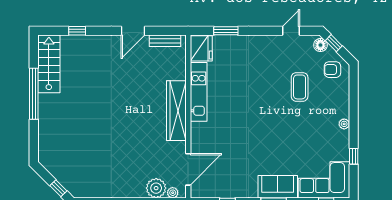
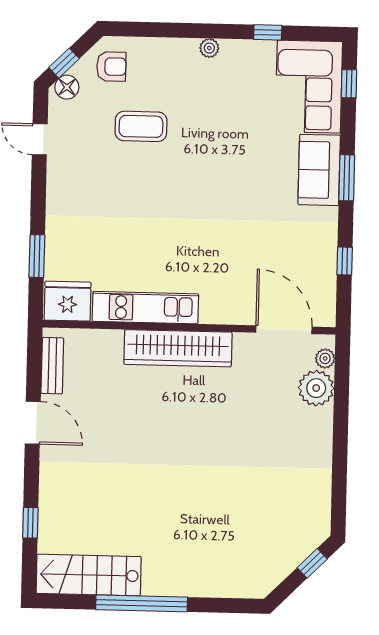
armchair: (332, 70) -> (111, 67), turned -90

